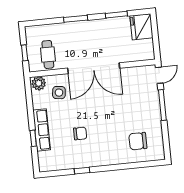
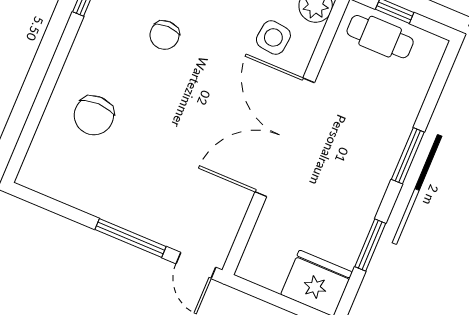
cafe table: (48, 54) -> (380, 37), moved
chair: (138, 141) -> (94, 115), moved, turned 180

